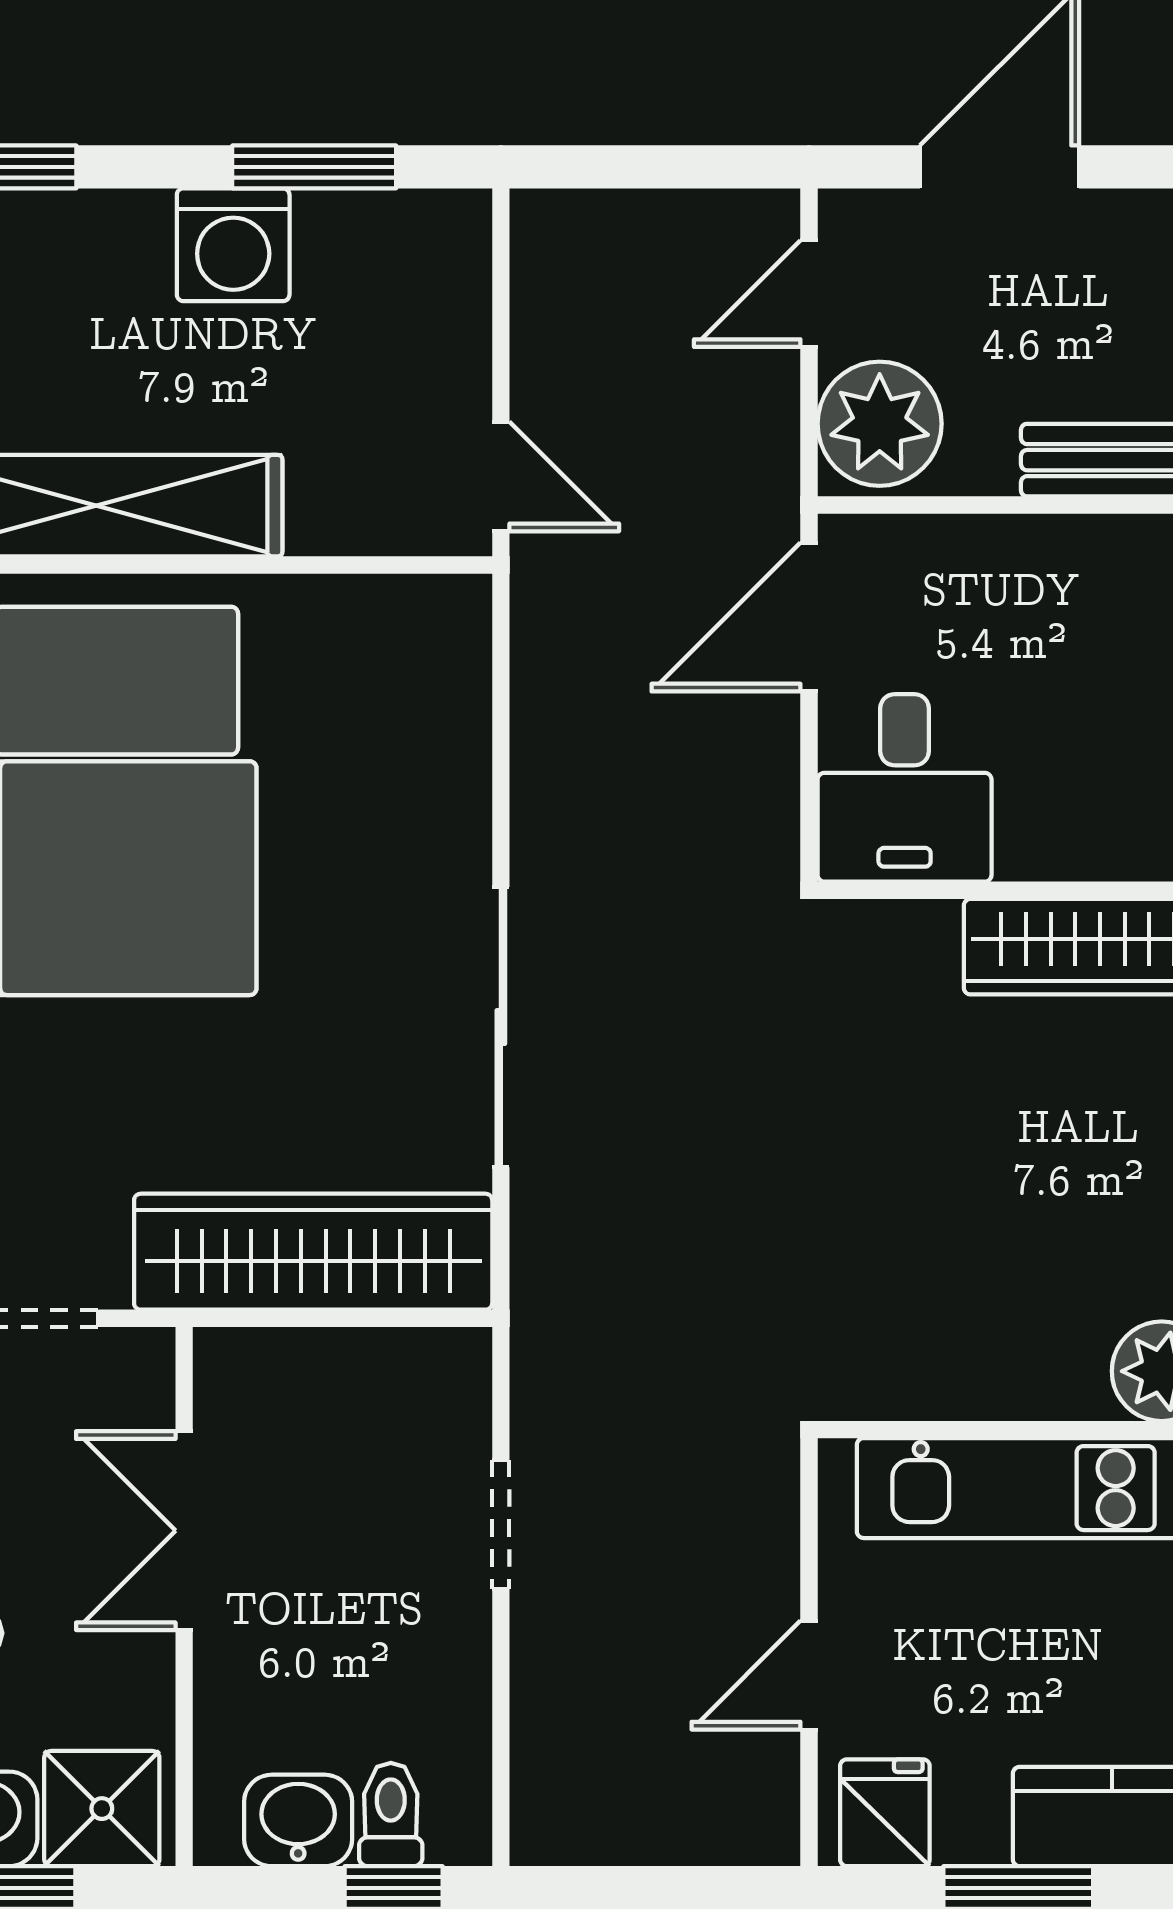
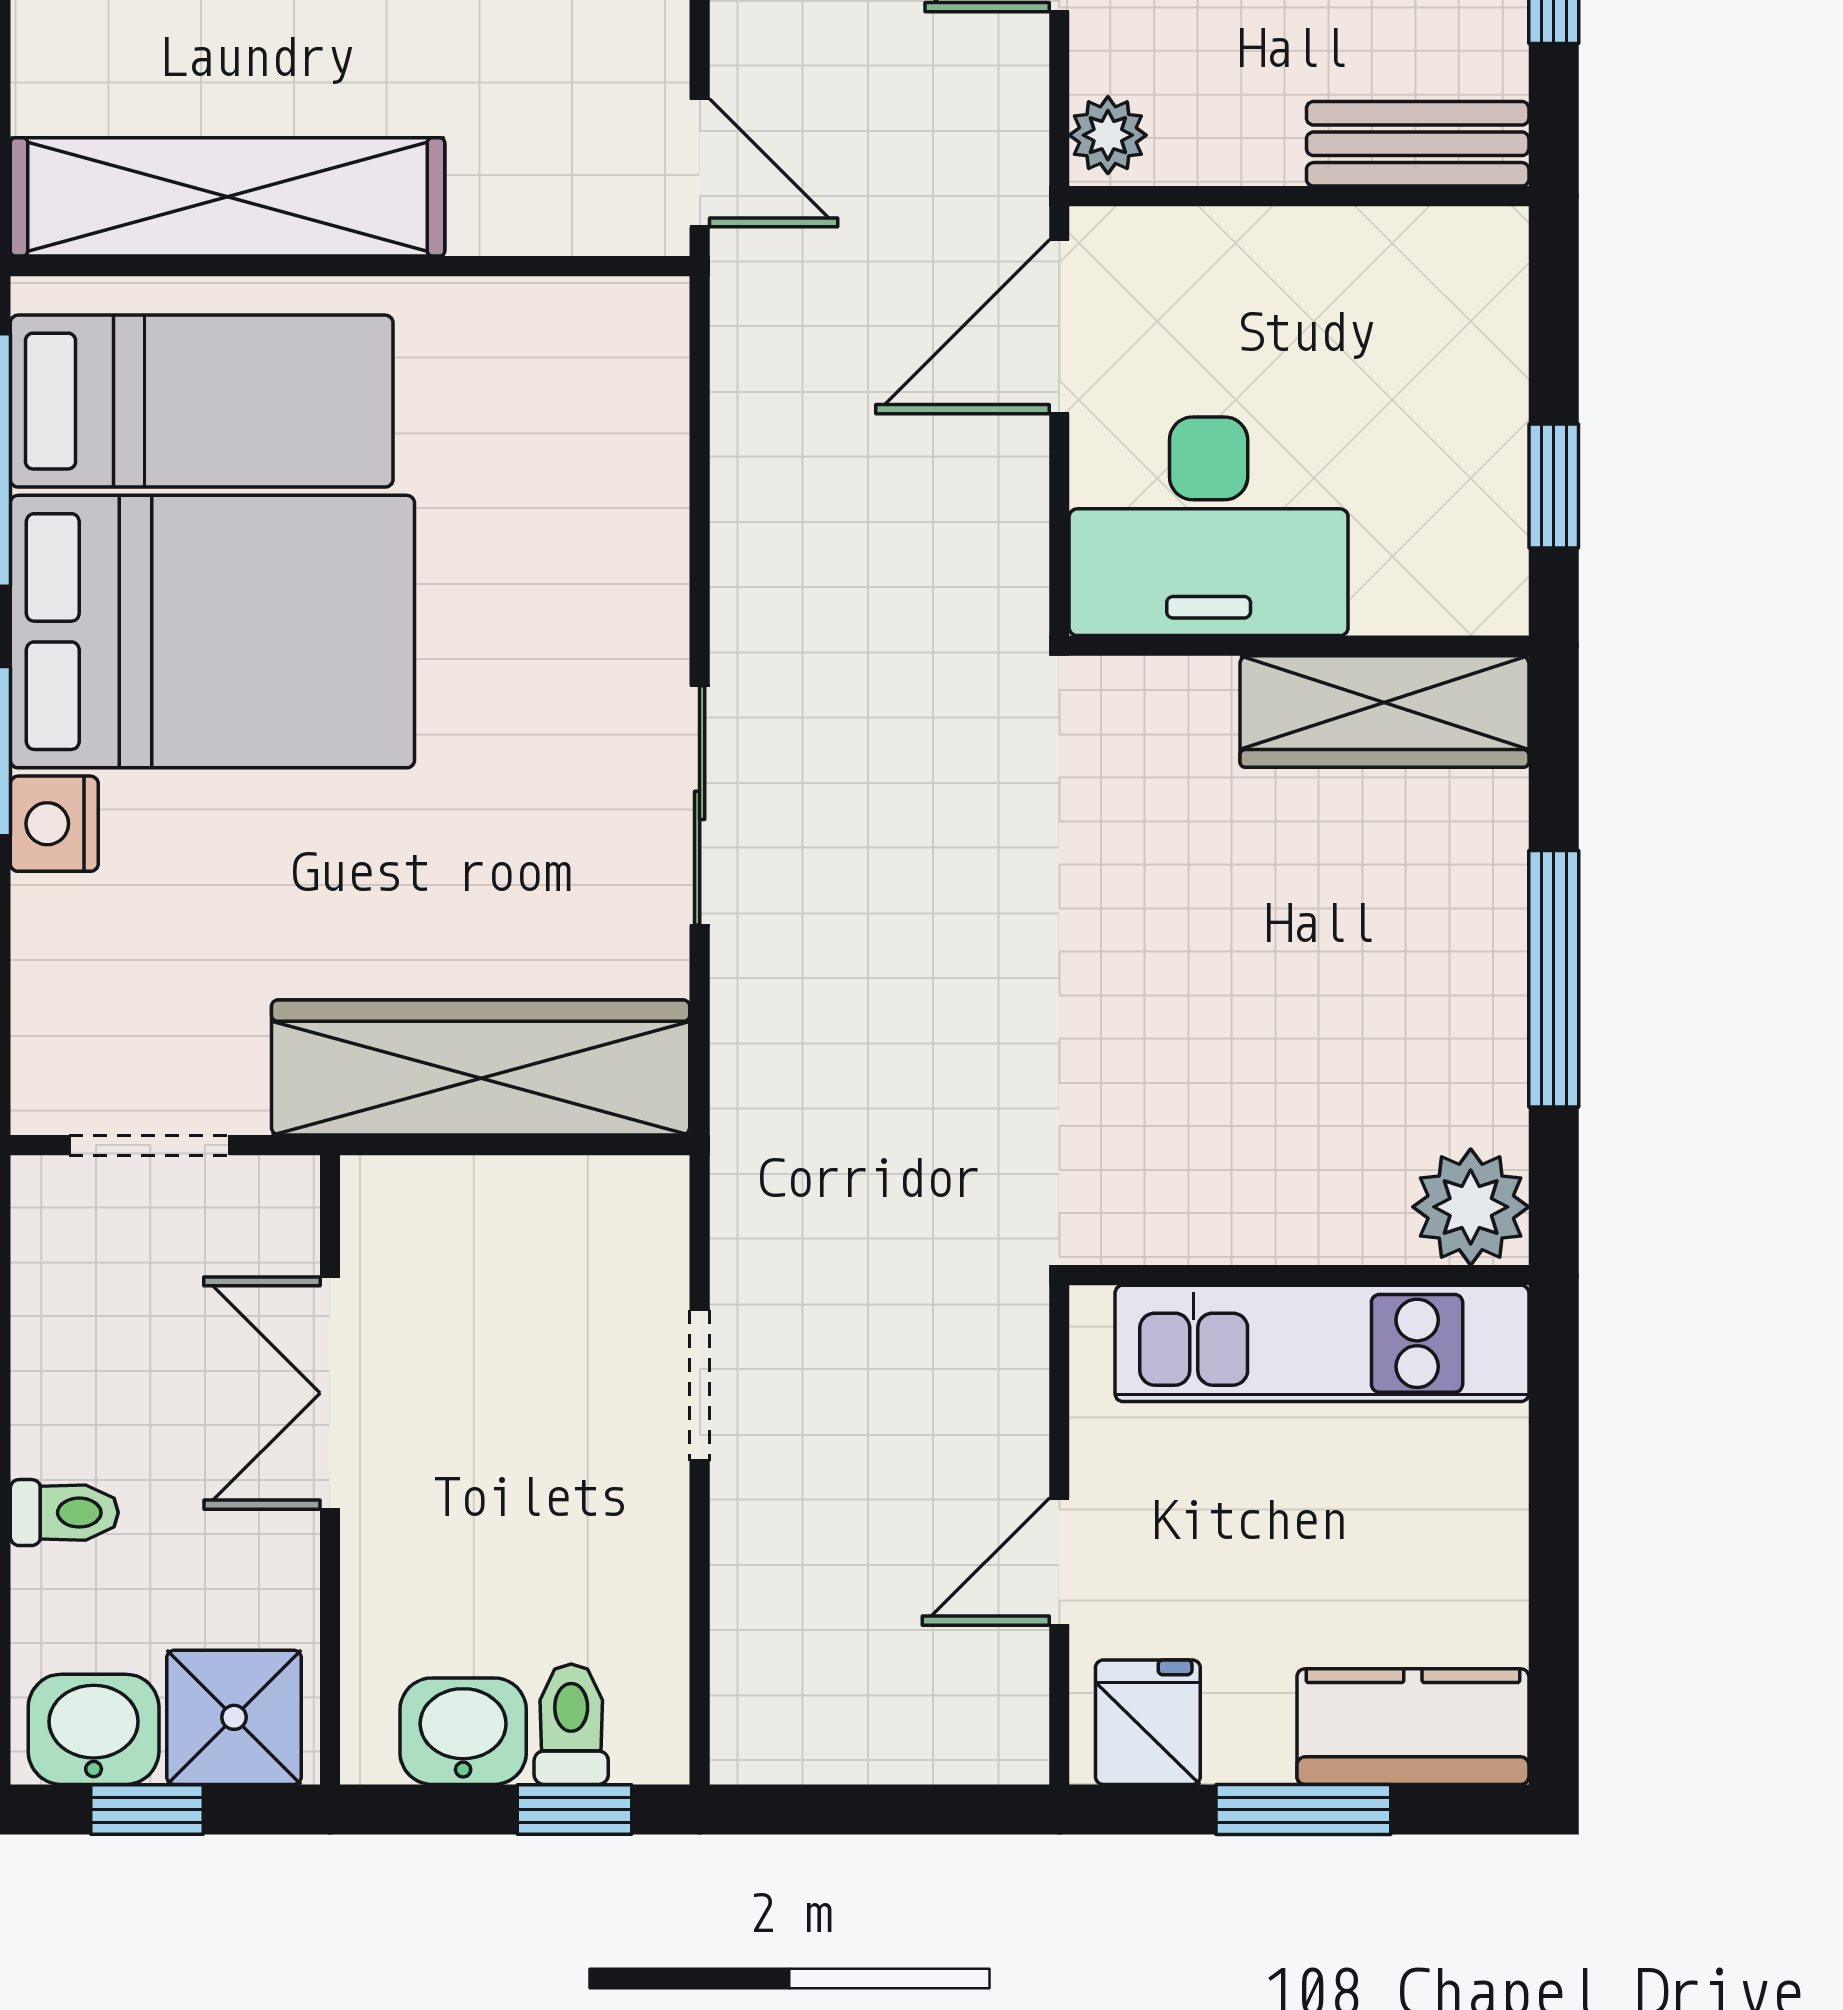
plant: (880, 424) -> (1108, 135), width x0.53, depth x0.53
desk: (905, 788) -> (1209, 526), width x1.37
sliding door: (501, 1027) -> (700, 805), width x0.73

